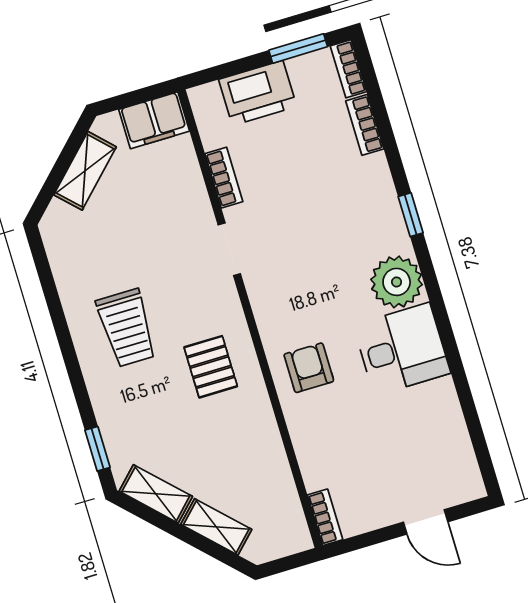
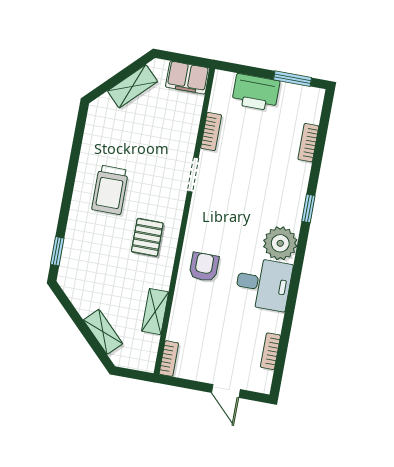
bookcase: (348, 69) -> (270, 351), moved
shelving: (156, 494) -> (155, 312), moved, turned 45

